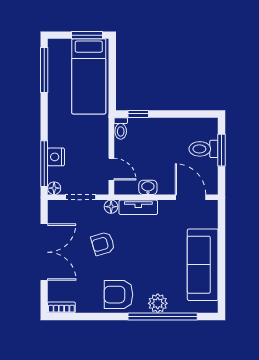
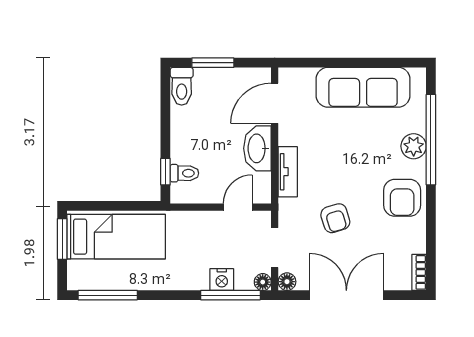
toilet: (121, 128) -> (184, 173), moved
toilet: (203, 149) -> (182, 86), moved
washbasin: (148, 187) -> (257, 148), width x1.91, depth x1.45
floor lamp: (111, 207) -> (287, 282), moved

